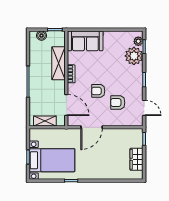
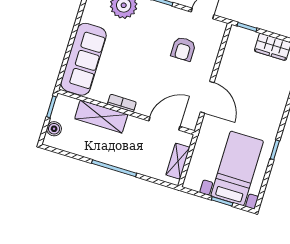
sofa: (85, 41) -> (84, 59), width x1.36
armchair: (98, 91) -> (158, 72), removed

